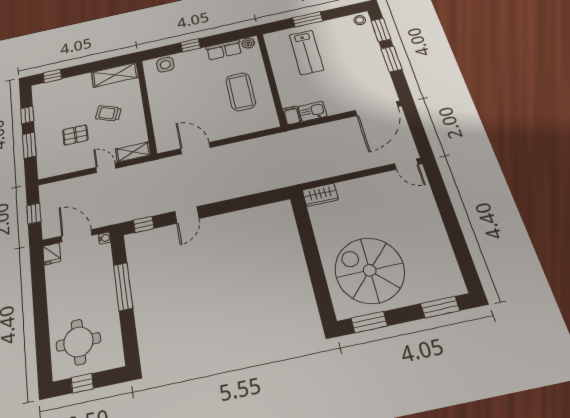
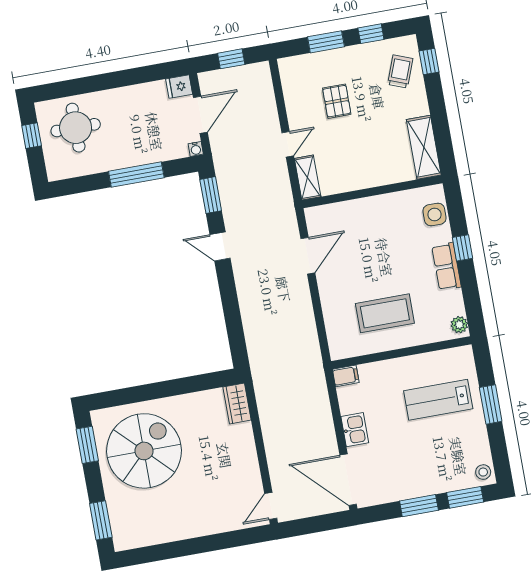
row of seats: (224, 50) -> (447, 266), moved
kitchen sink: (313, 111) -> (355, 430), moved
trolley: (108, 113) -> (400, 71), moved
window: (144, 224) -> (211, 195), width x1.50

